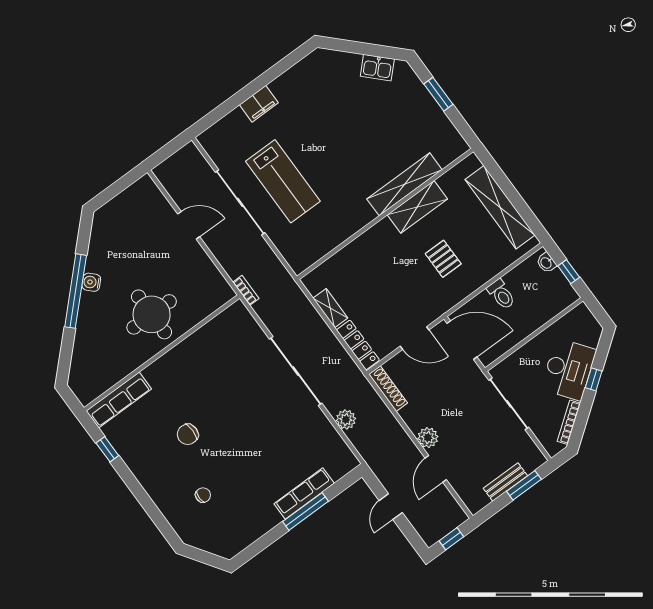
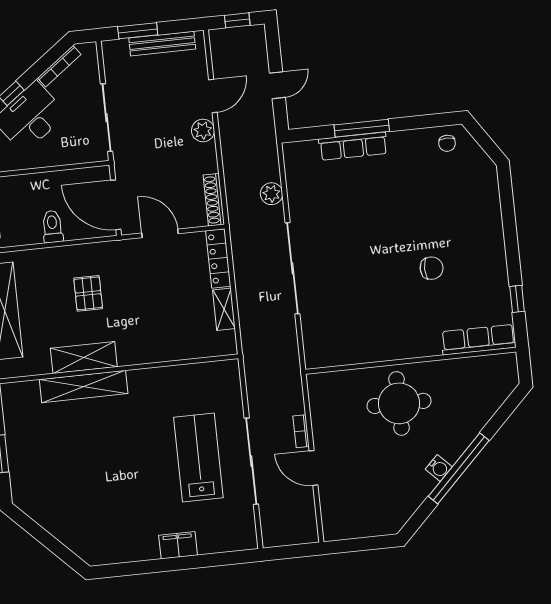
kitchen sink: (377, 68) -> (44, 513), removed
bookcase: (246, 290) -> (301, 431), moved
bench: (505, 482) -> (162, 44), width x1.36
chair: (203, 495) -> (447, 143), moved, turned -90

